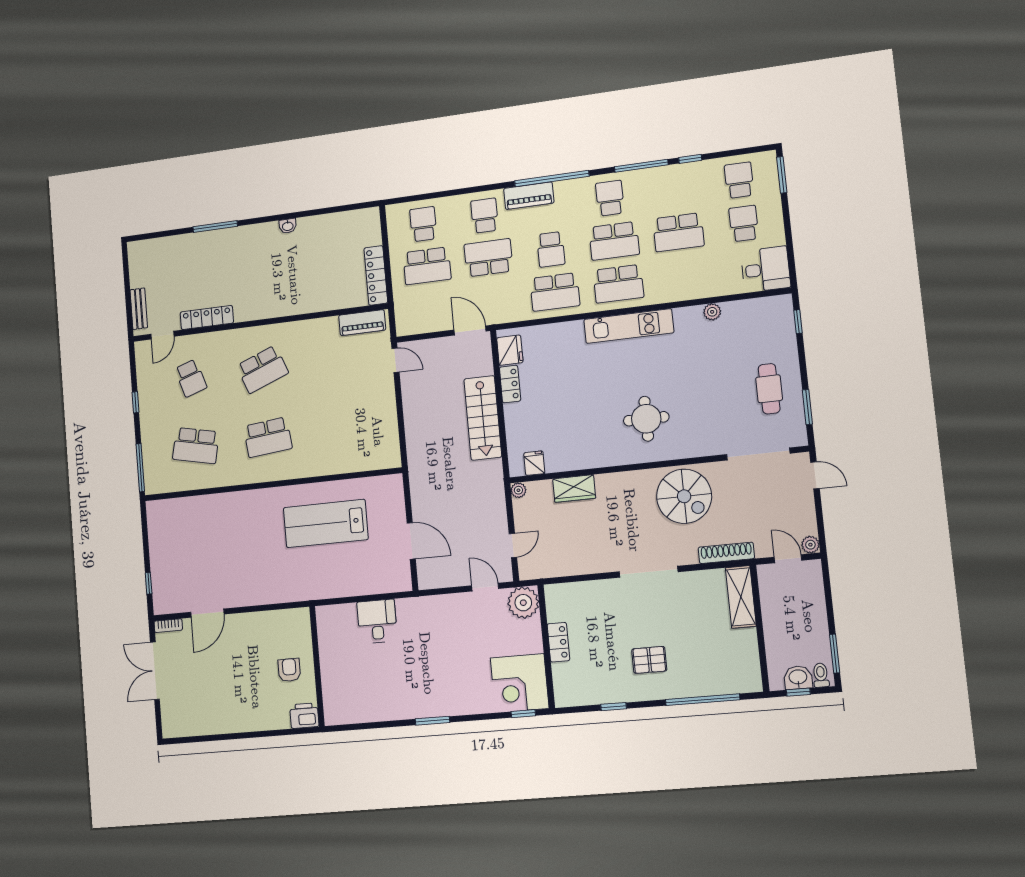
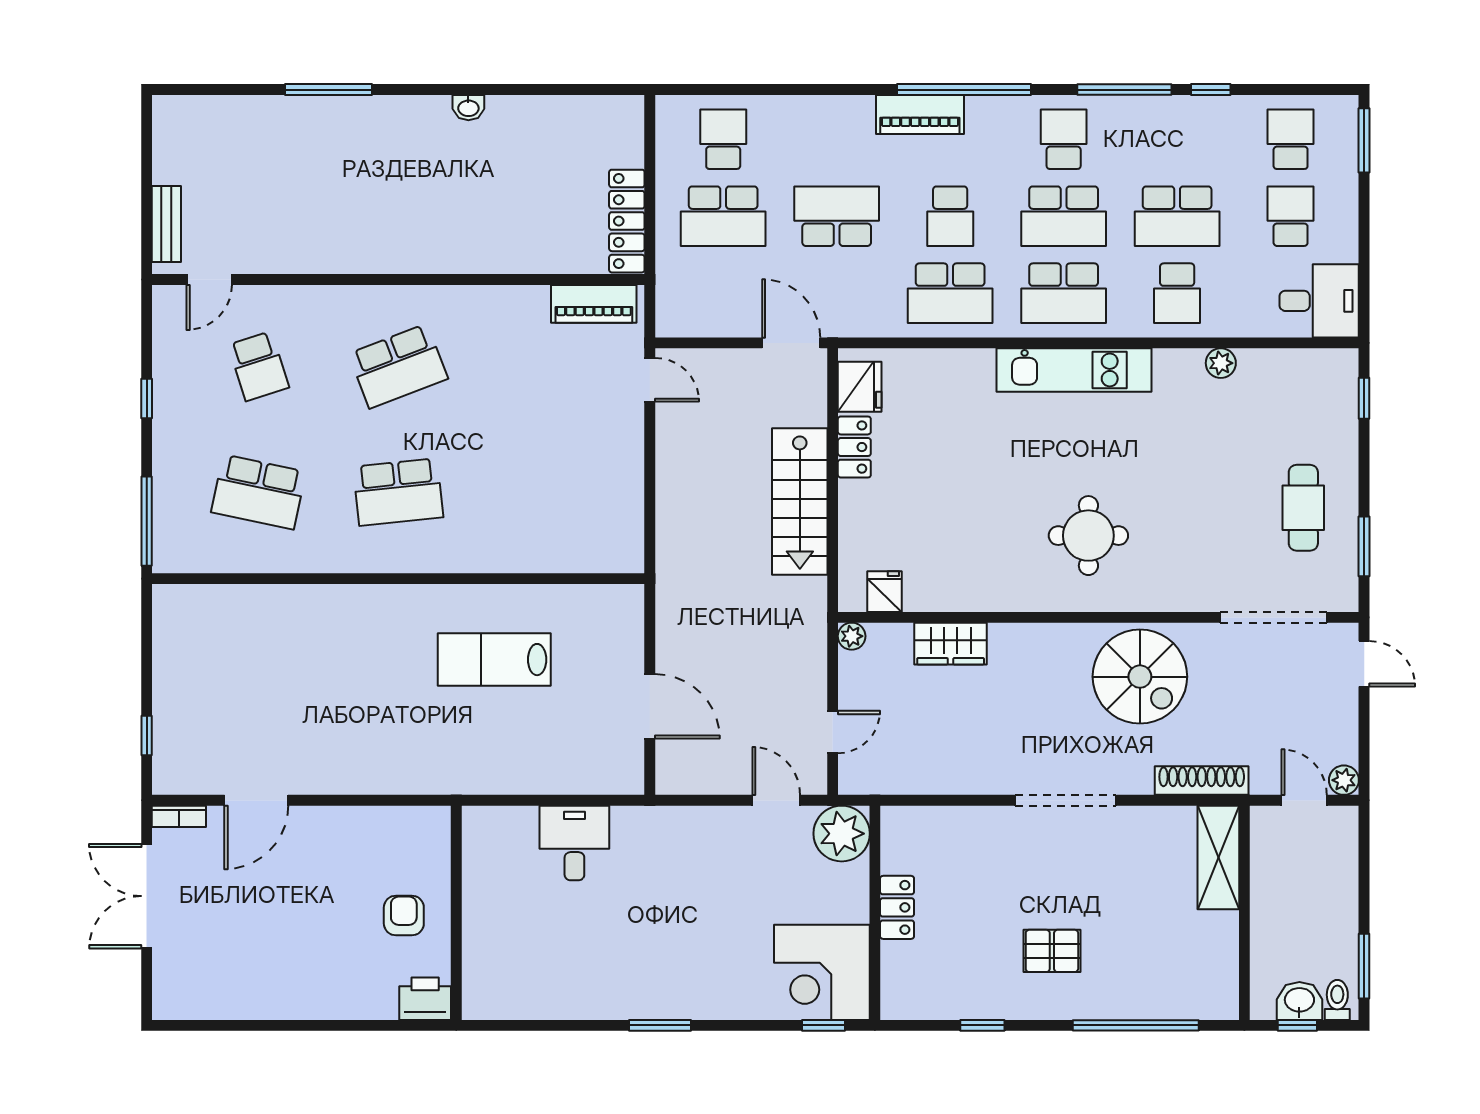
school desk: (485, 216) -> (1177, 293), moved, turned 180
locker: (207, 318) -> (299, 257), removed
lab bench: (326, 523) -> (494, 660), width x0.73, depth x0.72

